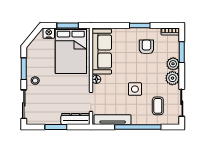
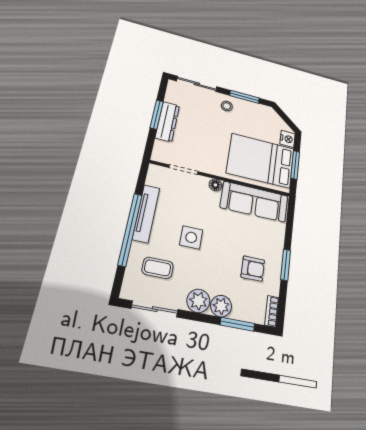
dresser: (75, 119) -> (167, 122), moved
tv unit: (113, 120) -> (146, 213), moved

